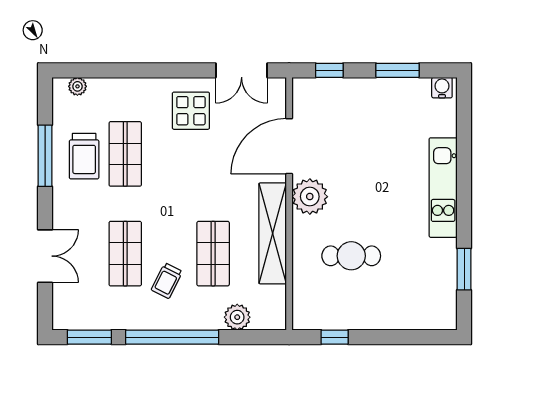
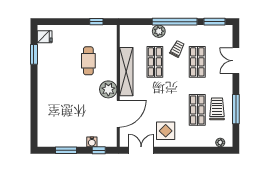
water cooler: (442, 88) -> (92, 142), moved
kitchen unit: (443, 188) -> (44, 94), removed
cafe table: (351, 256) -> (88, 61), turned 90
fridge: (442, 306) -> (45, 37), added
plant: (237, 317) -> (159, 31), moved

